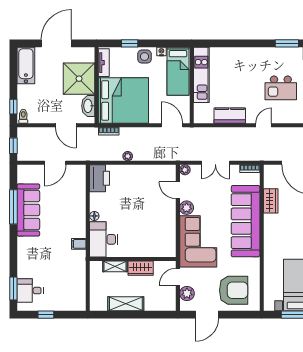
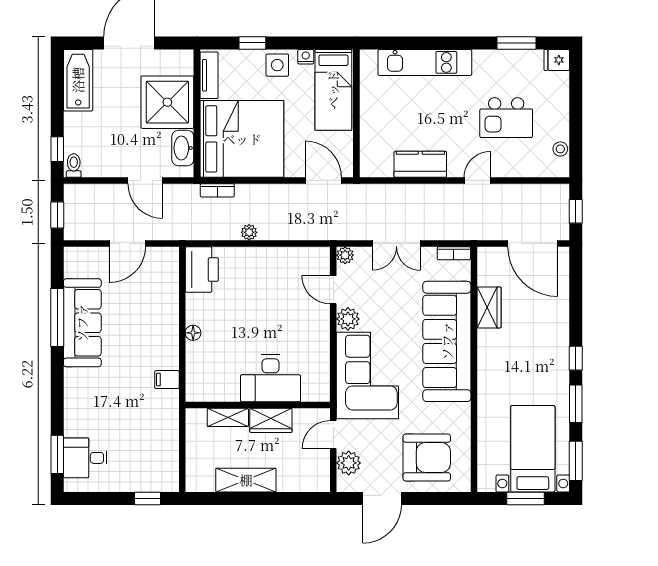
kitchen unit: (201, 75) -> (425, 62), moved, turned 90
desk: (104, 239) -> (271, 378), moved, turned -90
window: (46, 315) -> (147, 498), moved

